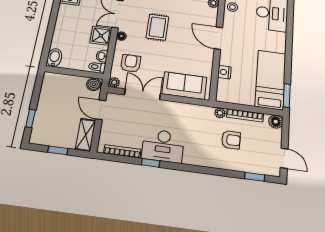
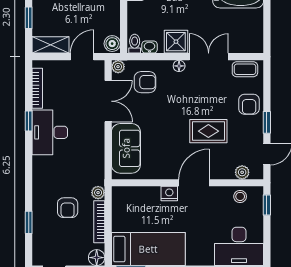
rug: (157, 27) -> (208, 131), moved
nightstand: (224, 72) -> (169, 194), moved
window: (255, 177) -> (29, 222), moved

